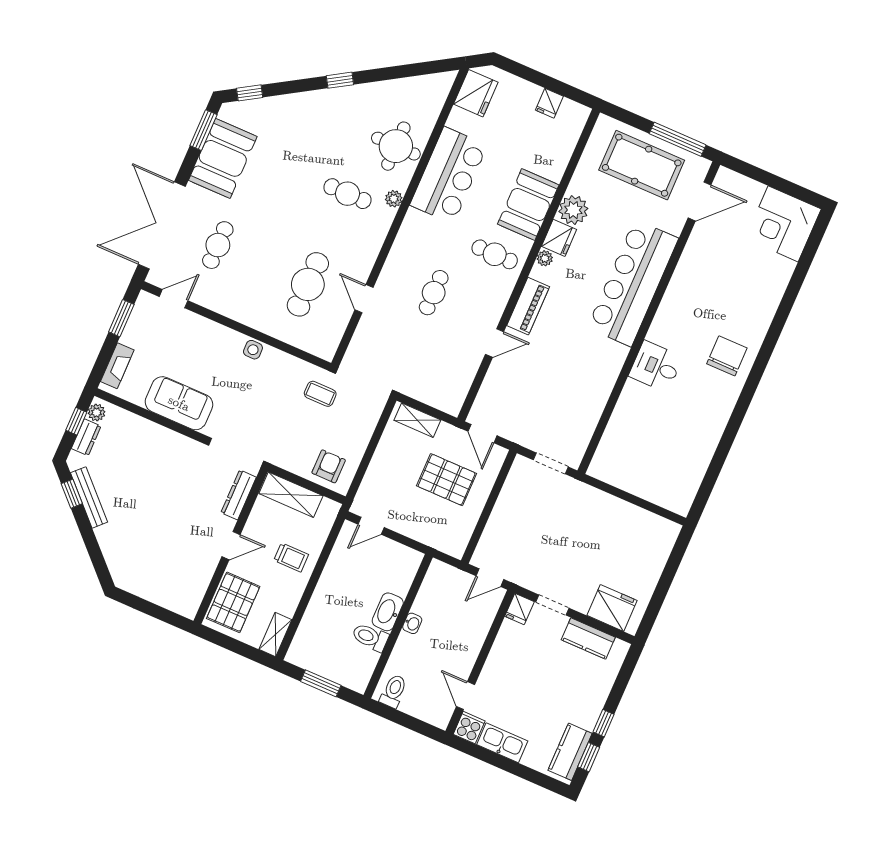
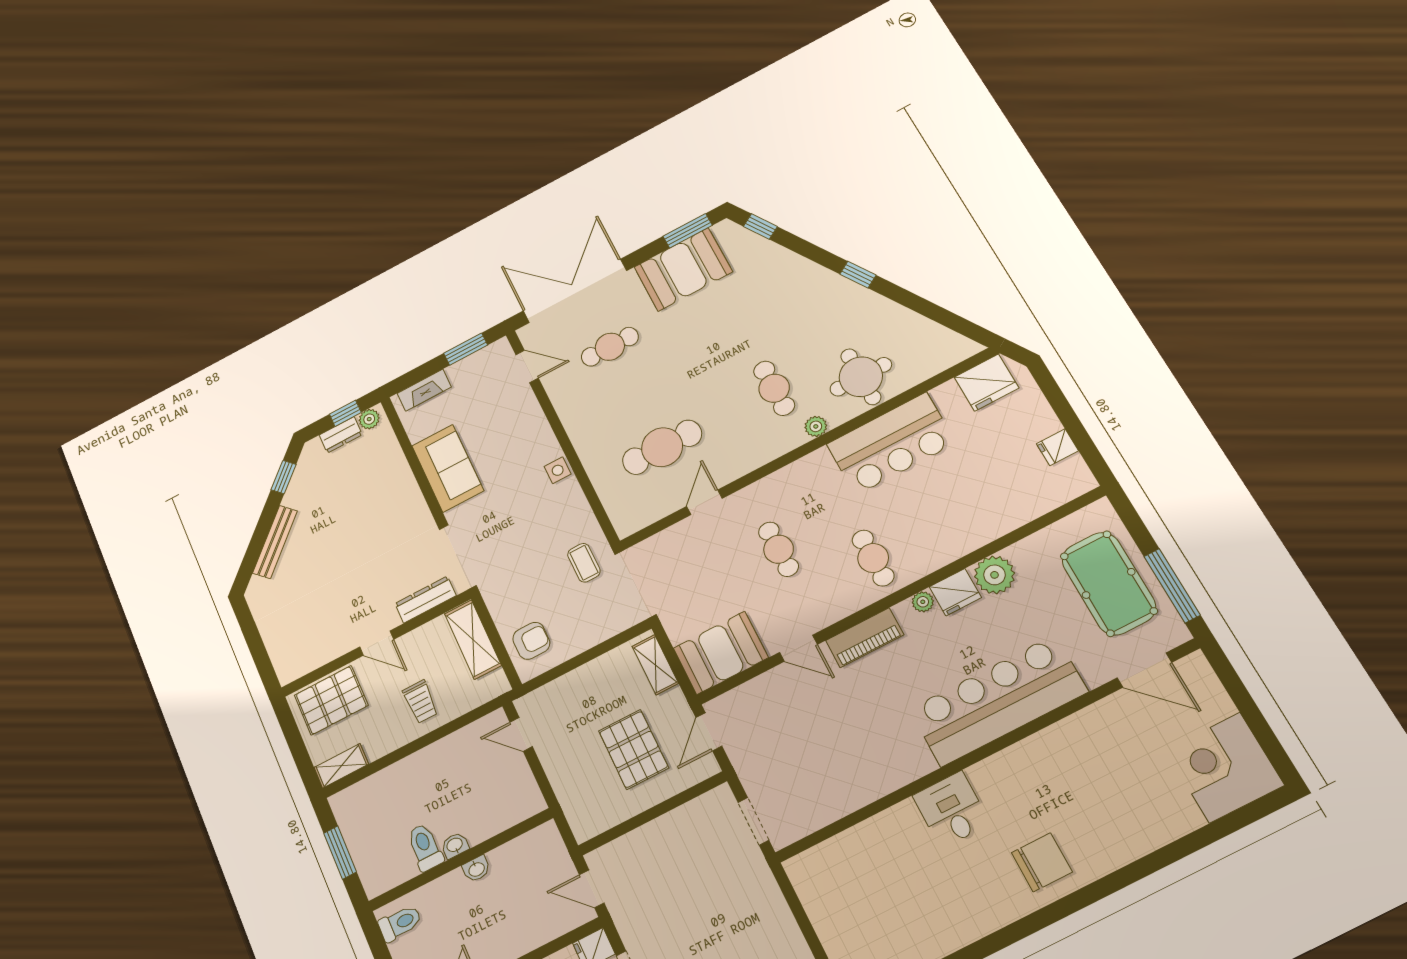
booth: (528, 204) -> (721, 653), moved
cafe table: (434, 293) -> (779, 549), turned 90
bench: (89, 497) -> (275, 542), moved
washbasin: (388, 612) -> (455, 845), width x0.52, depth x0.69

